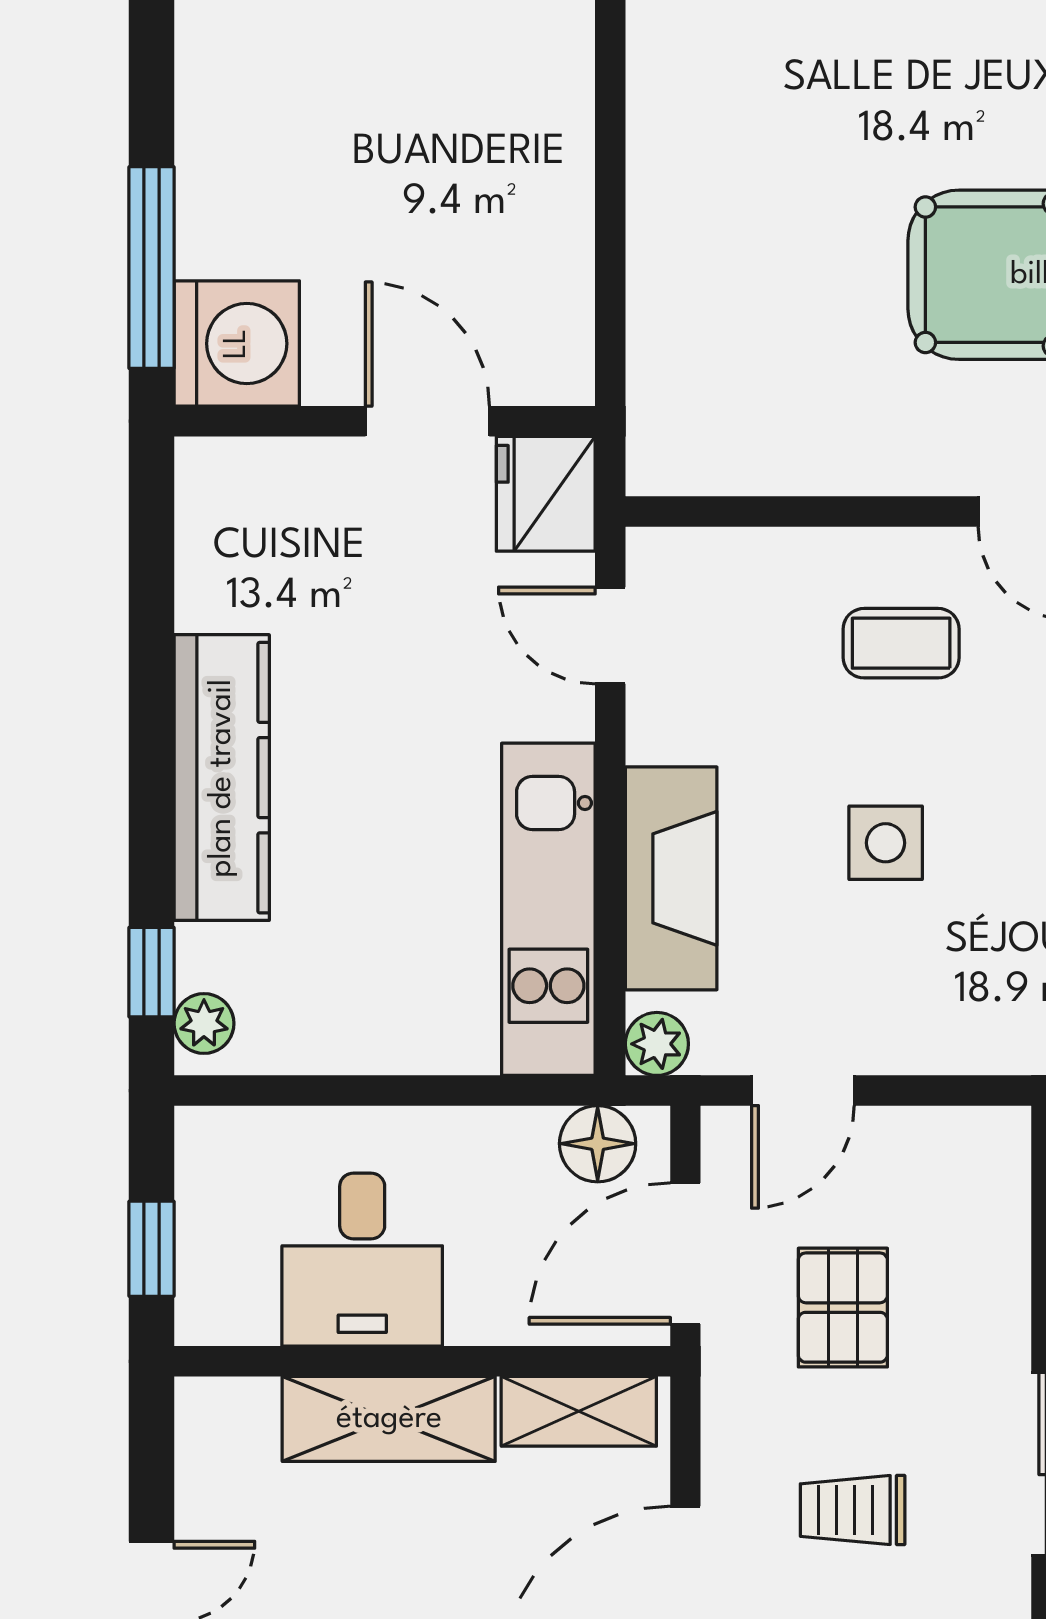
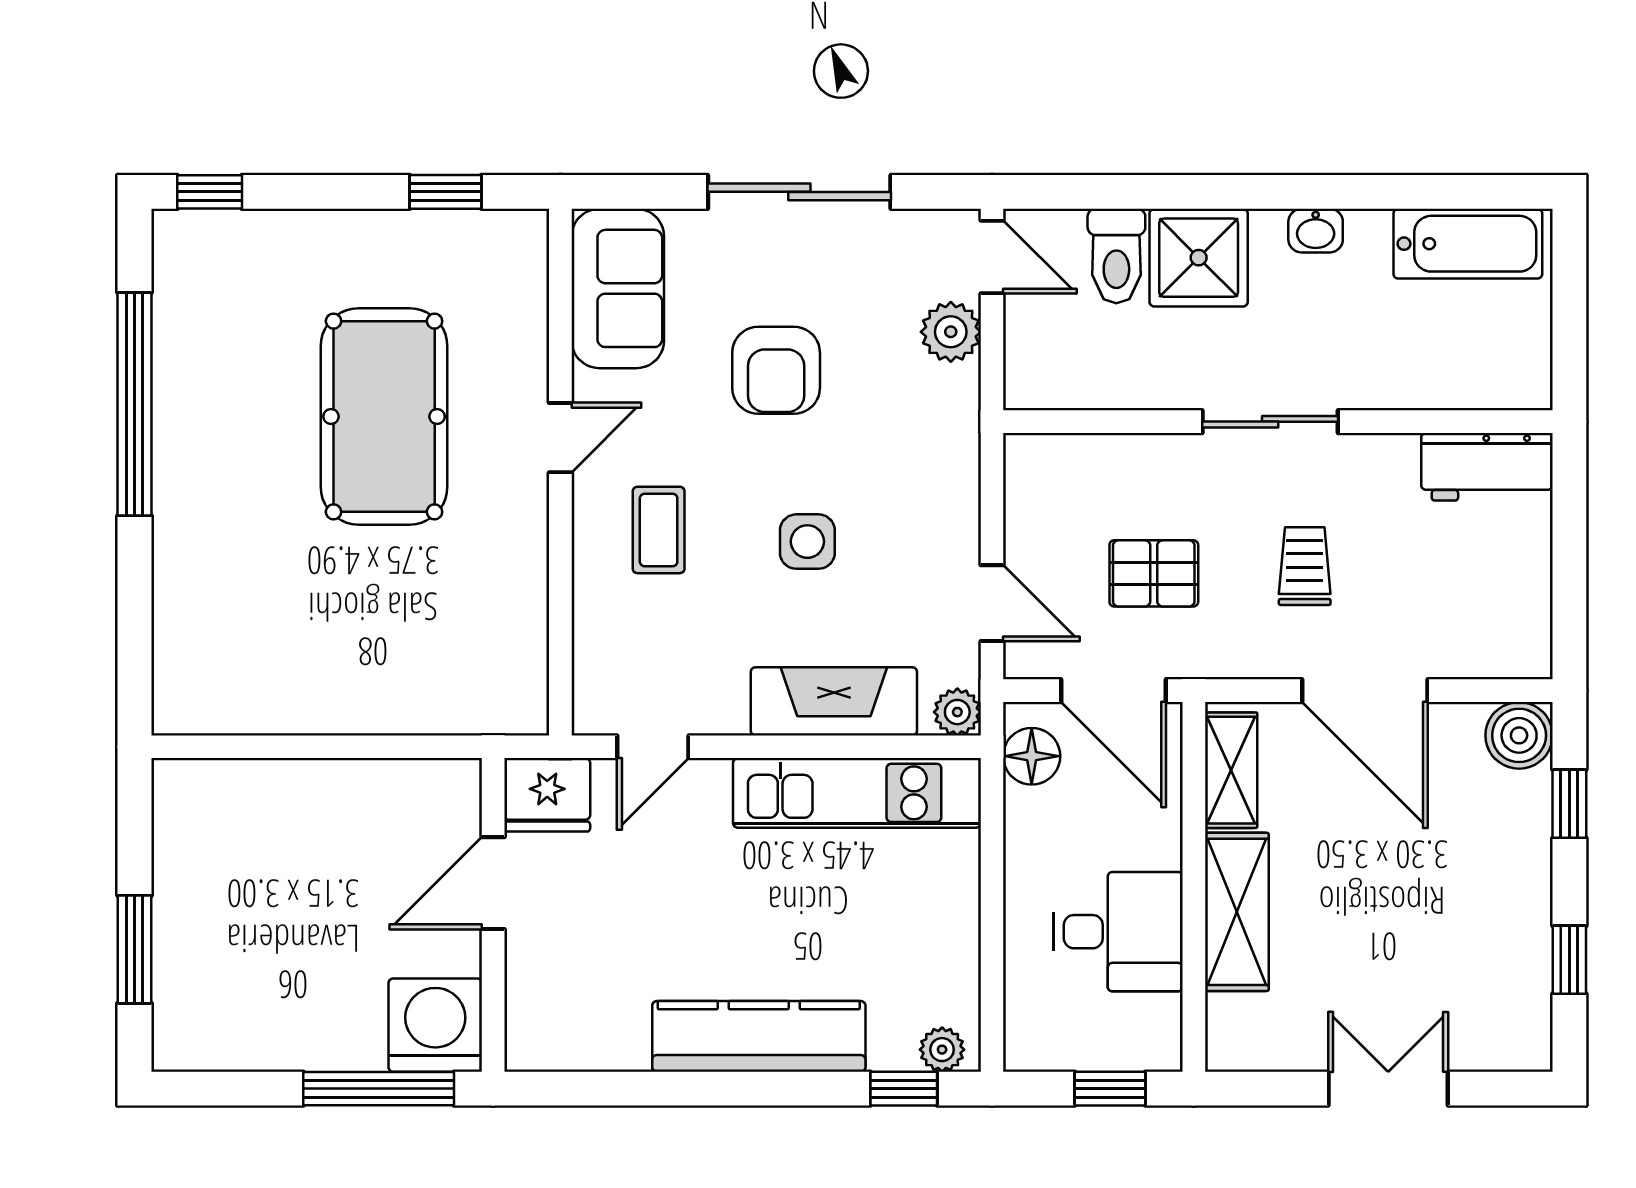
trolley: (853, 1510) -> (1305, 566), turned 180

